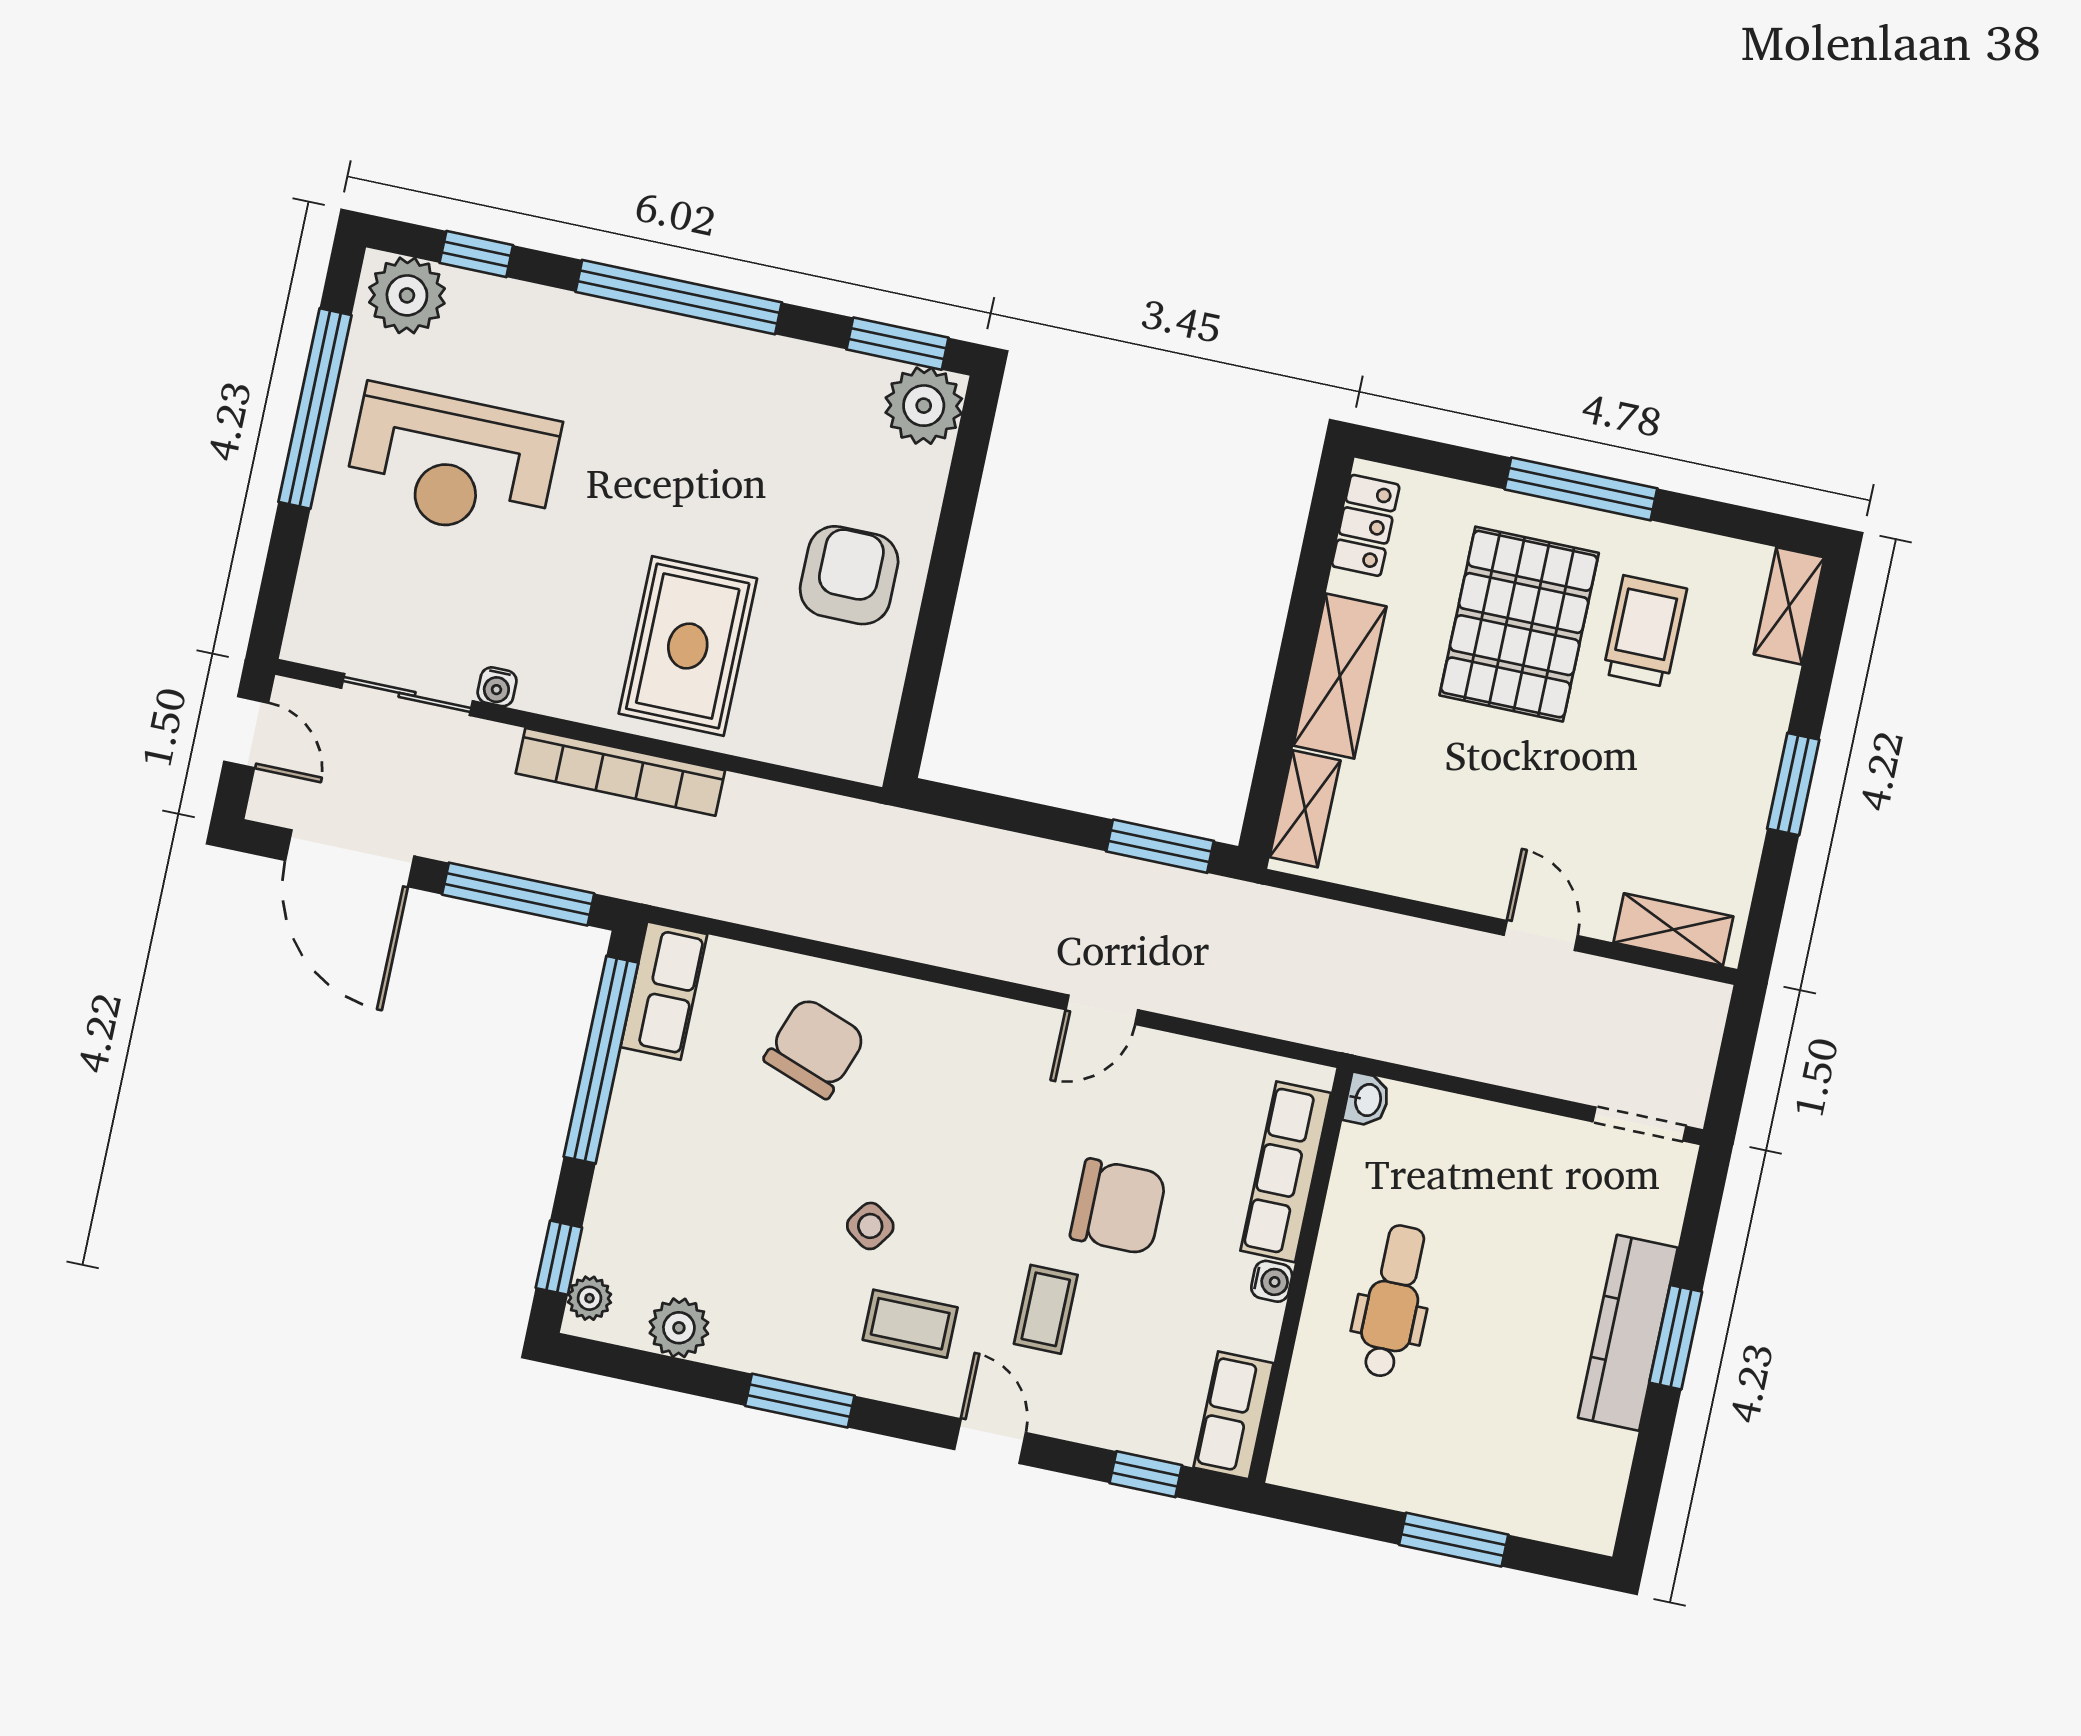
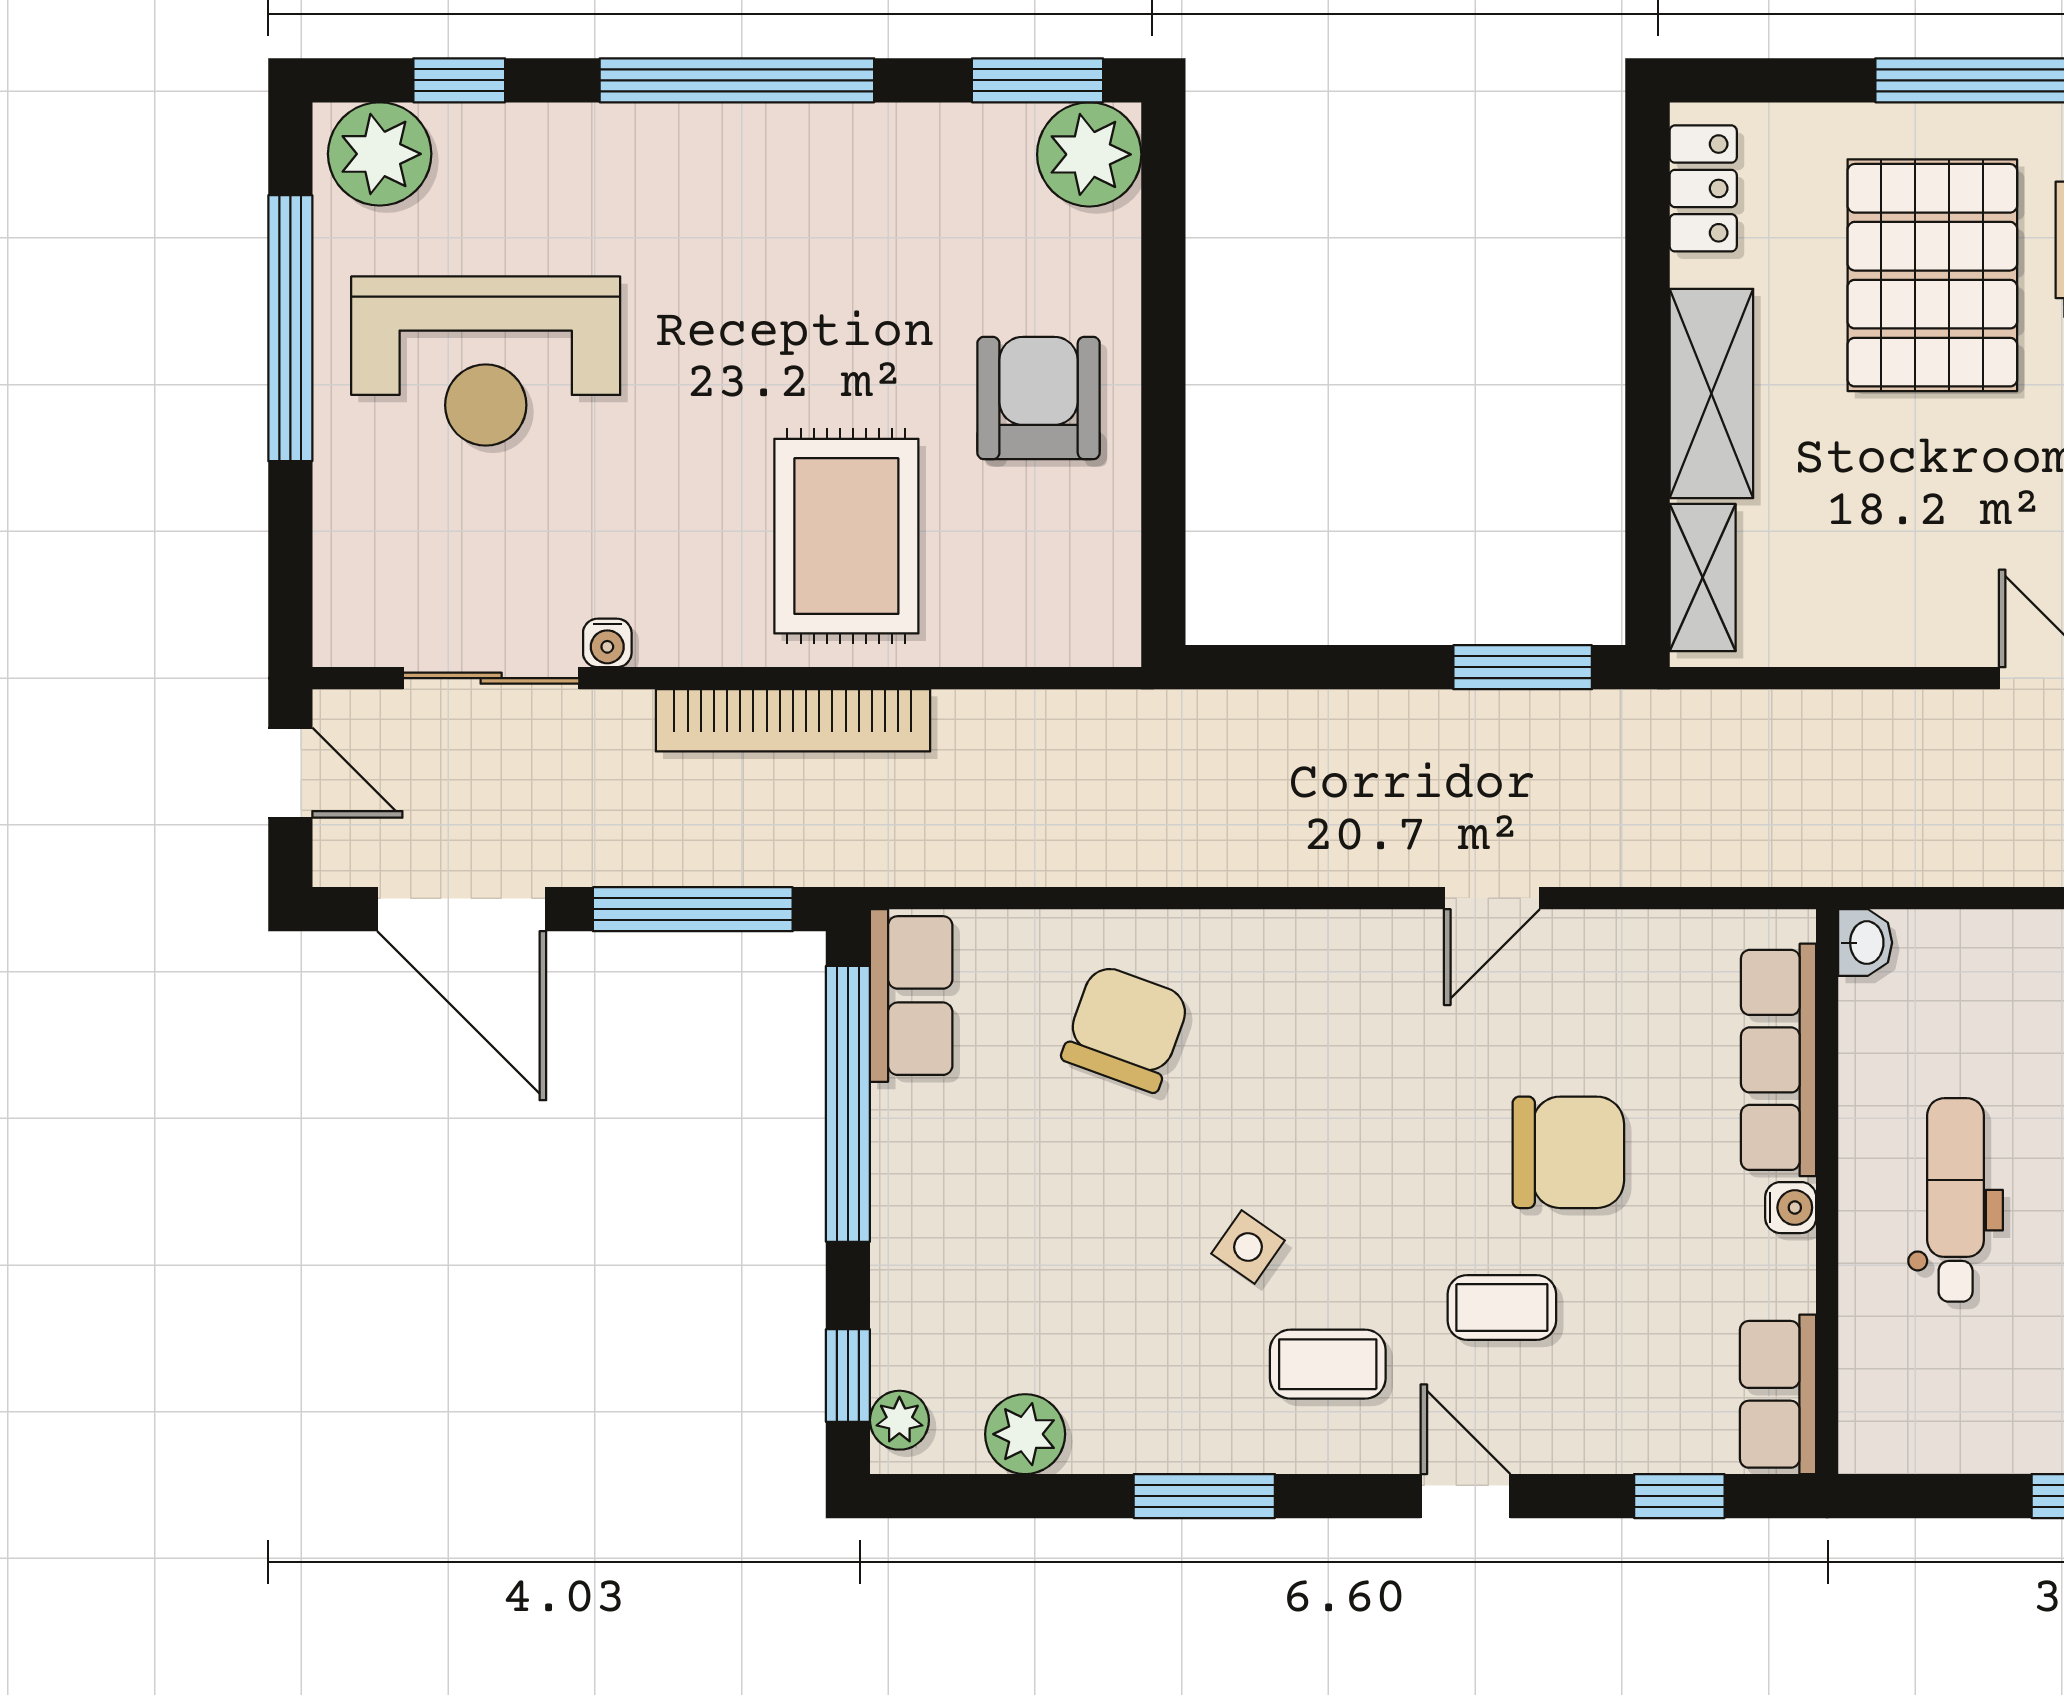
coffee table: (1046, 1309) -> (1502, 1307), turned 90

